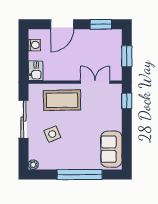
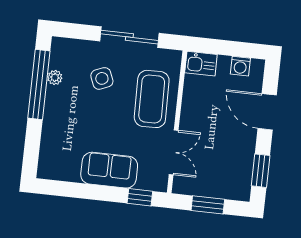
sofa: (111, 149) -> (109, 170), moved
plant: (33, 165) -> (55, 77), moved
window: (80, 175) -> (39, 85), moved

